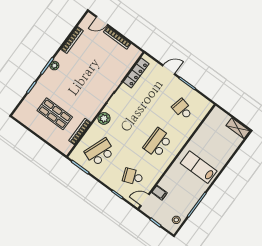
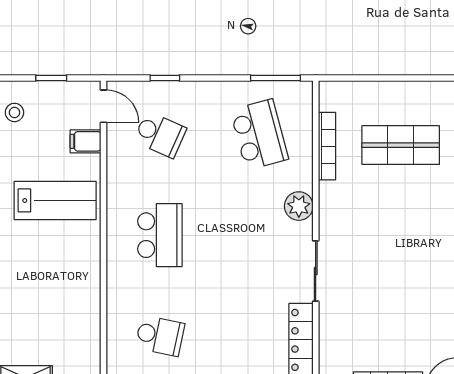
school desk: (100, 152) -> (259, 135), turned -36
lab bench: (199, 167) -> (55, 200), moved
school desk: (133, 177) -> (160, 135), turned 45
door: (145, 200) -> (104, 106), hinge flipped

